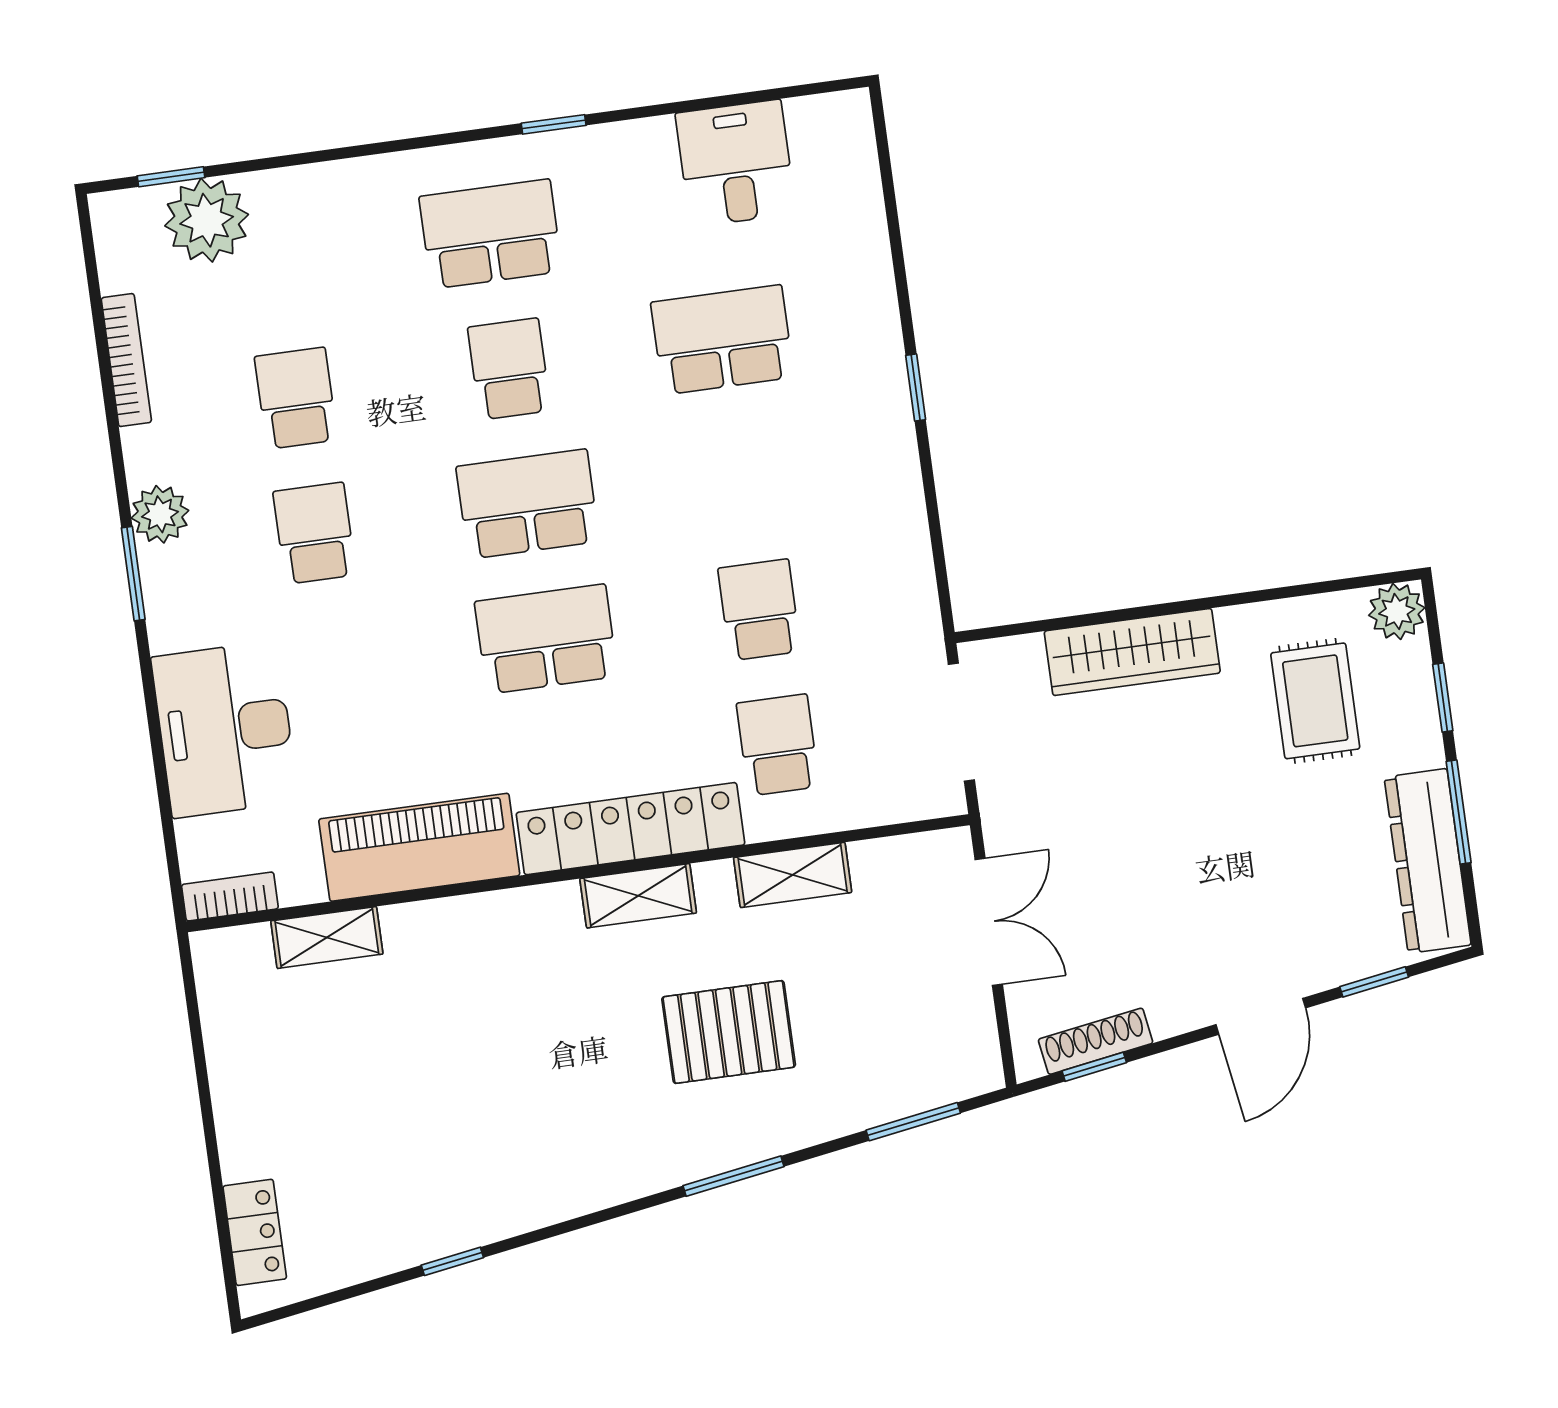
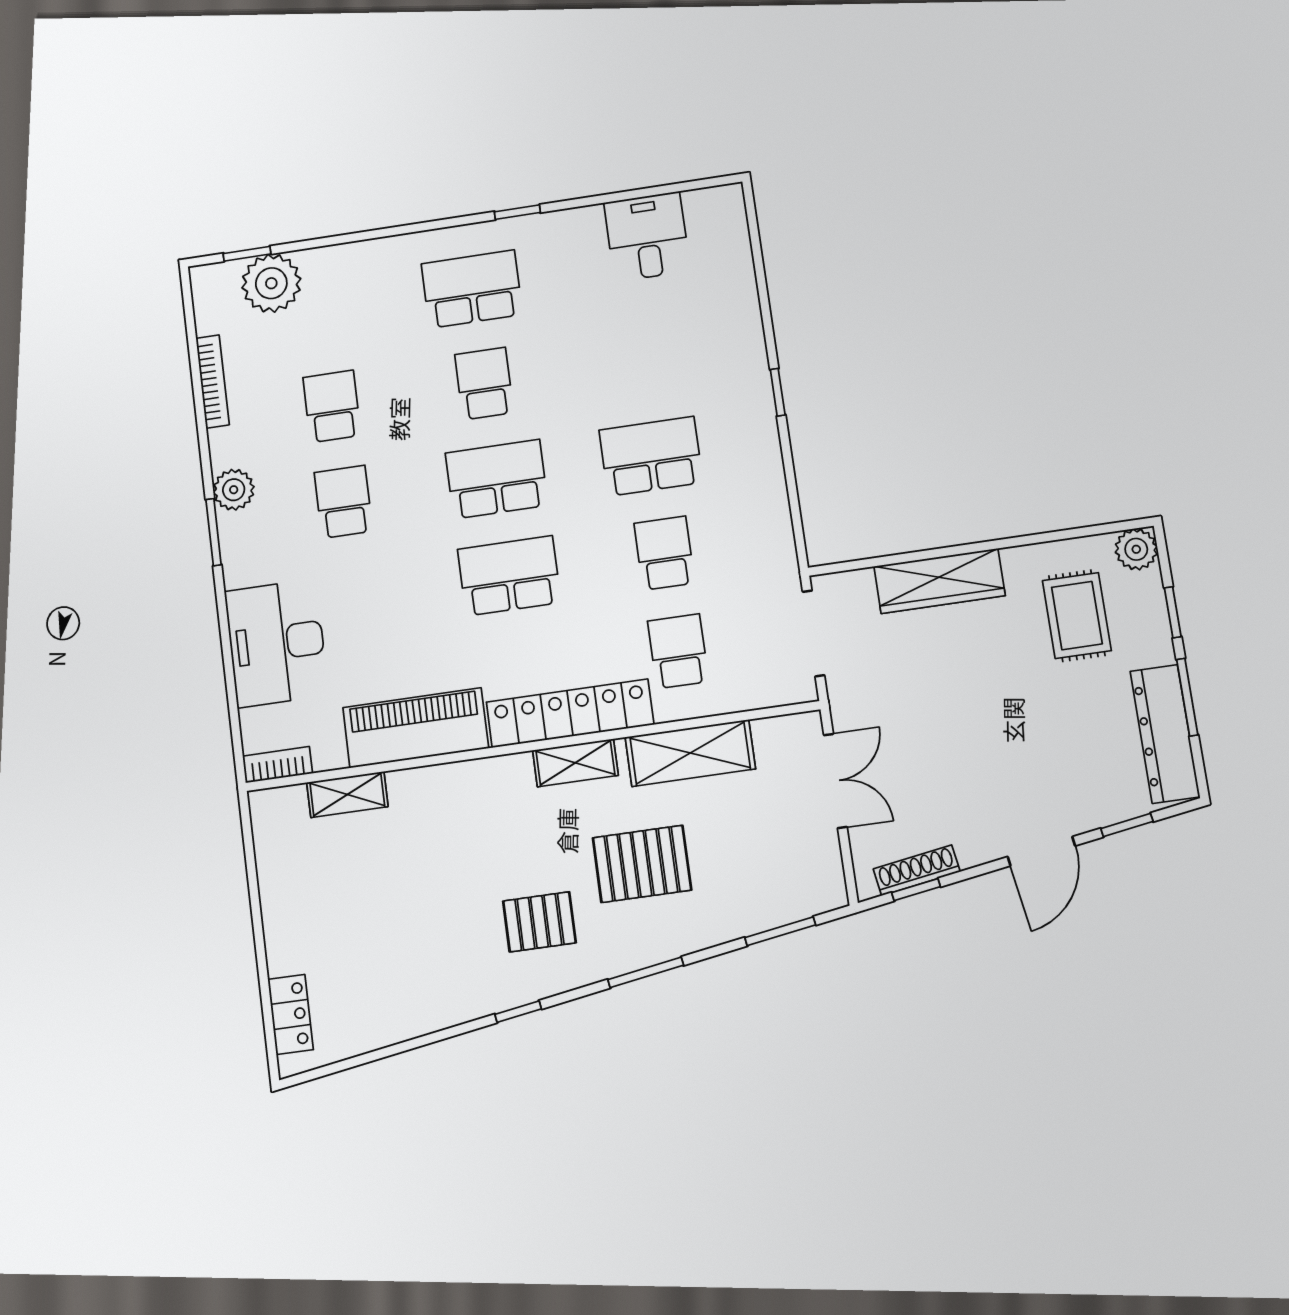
school desk: (722, 340) -> (651, 456), moved
shelving: (793, 875) -> (690, 753), width x1.50, depth x1.33
pallet: (591, 1109) -> (539, 922), added
window: (452, 1261) -> (518, 1012), moved

